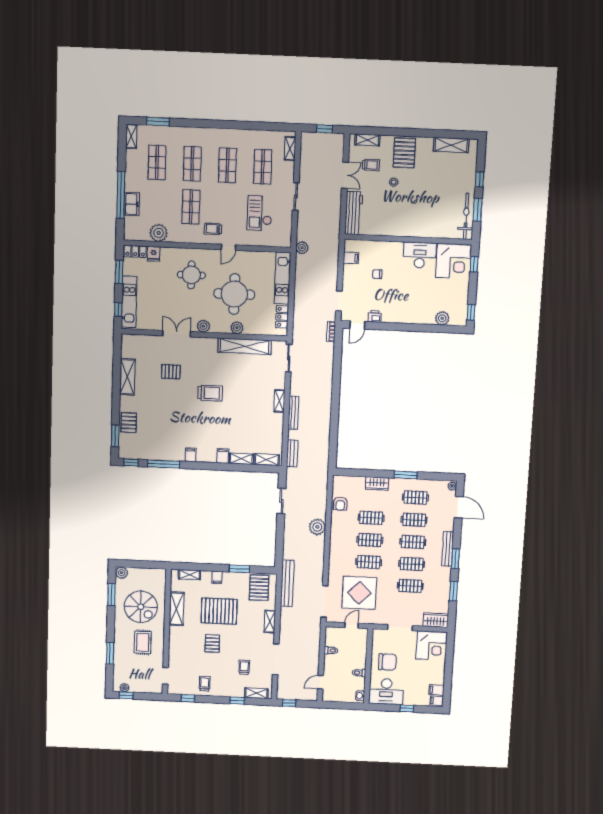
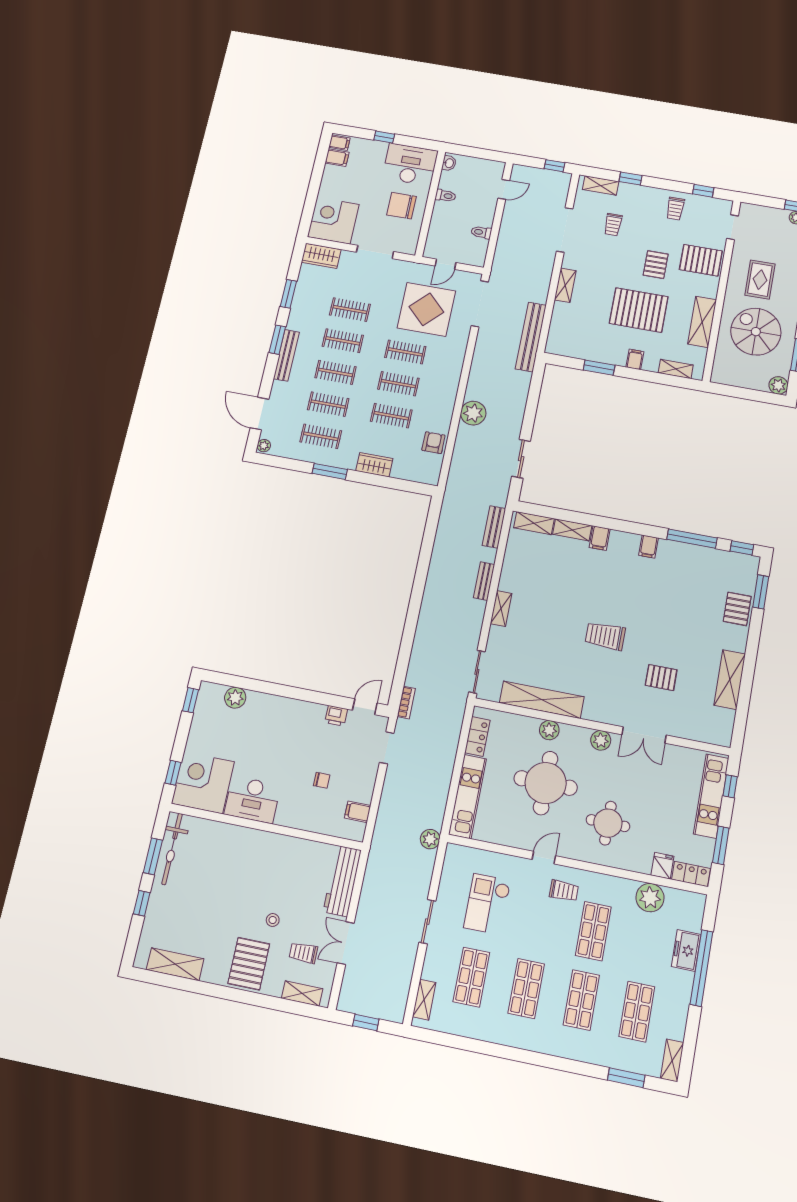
checkout: (260, 213) -> (487, 904), turned 180
bench: (293, 413) -> (484, 581), width x0.73
pallet: (259, 588) -> (701, 260), moved, turned 90

